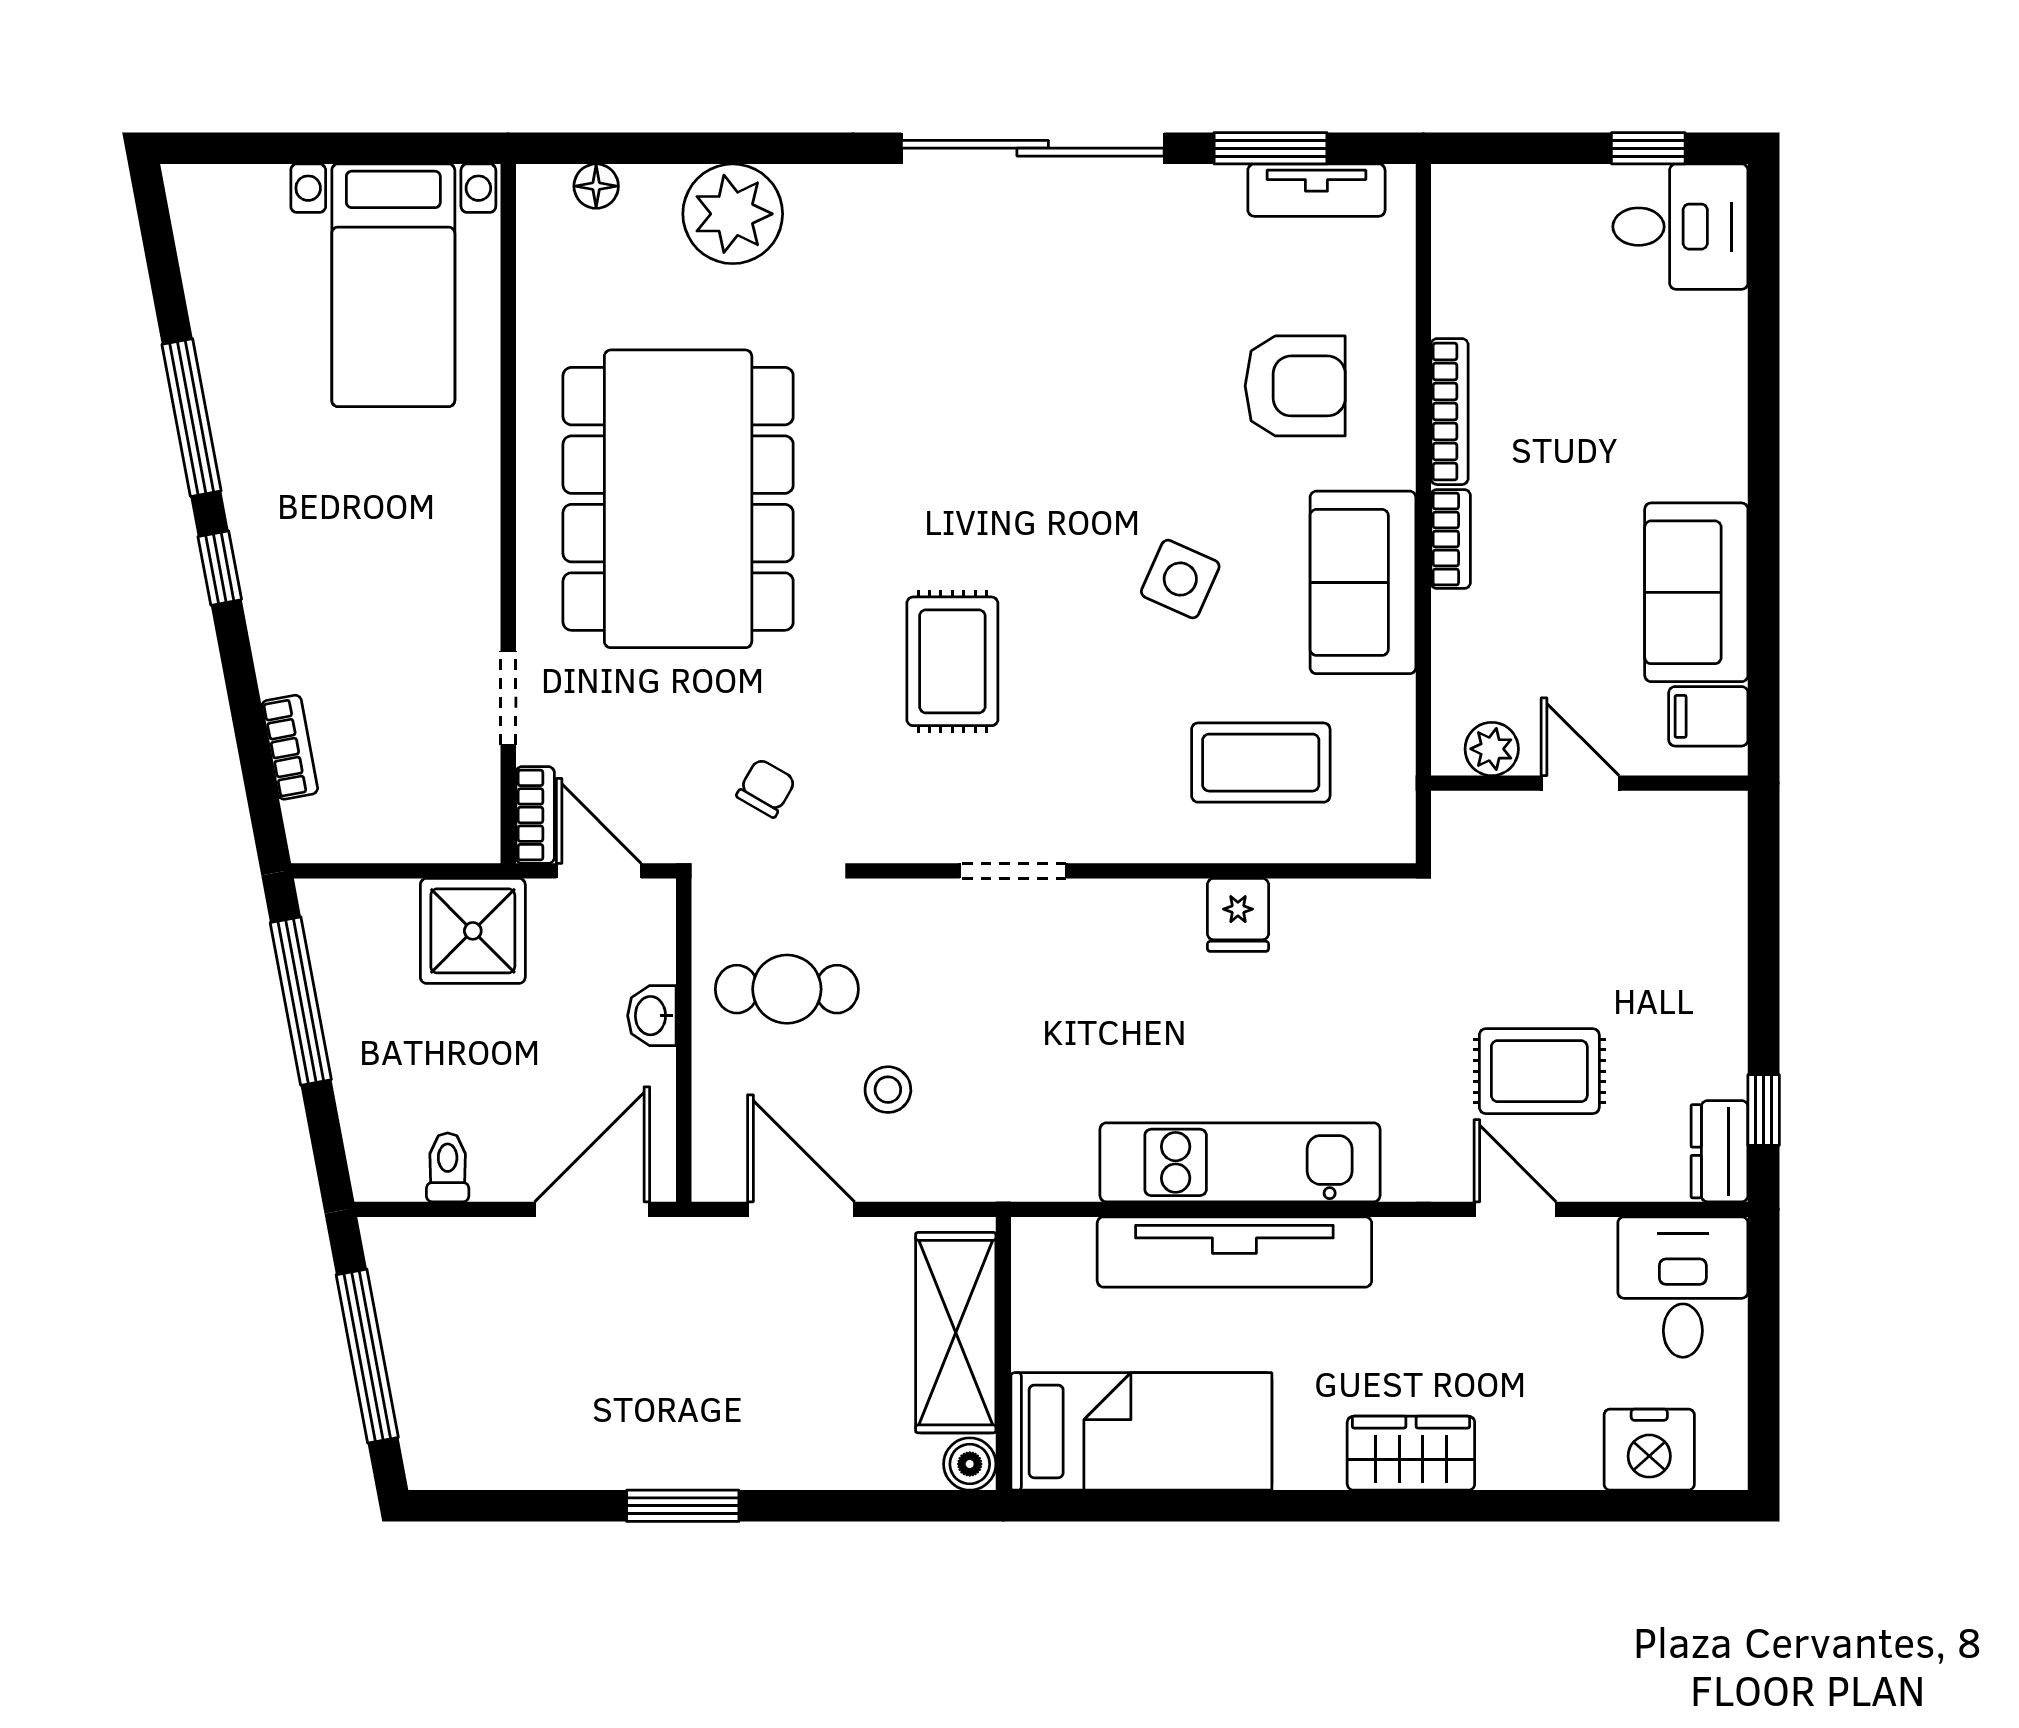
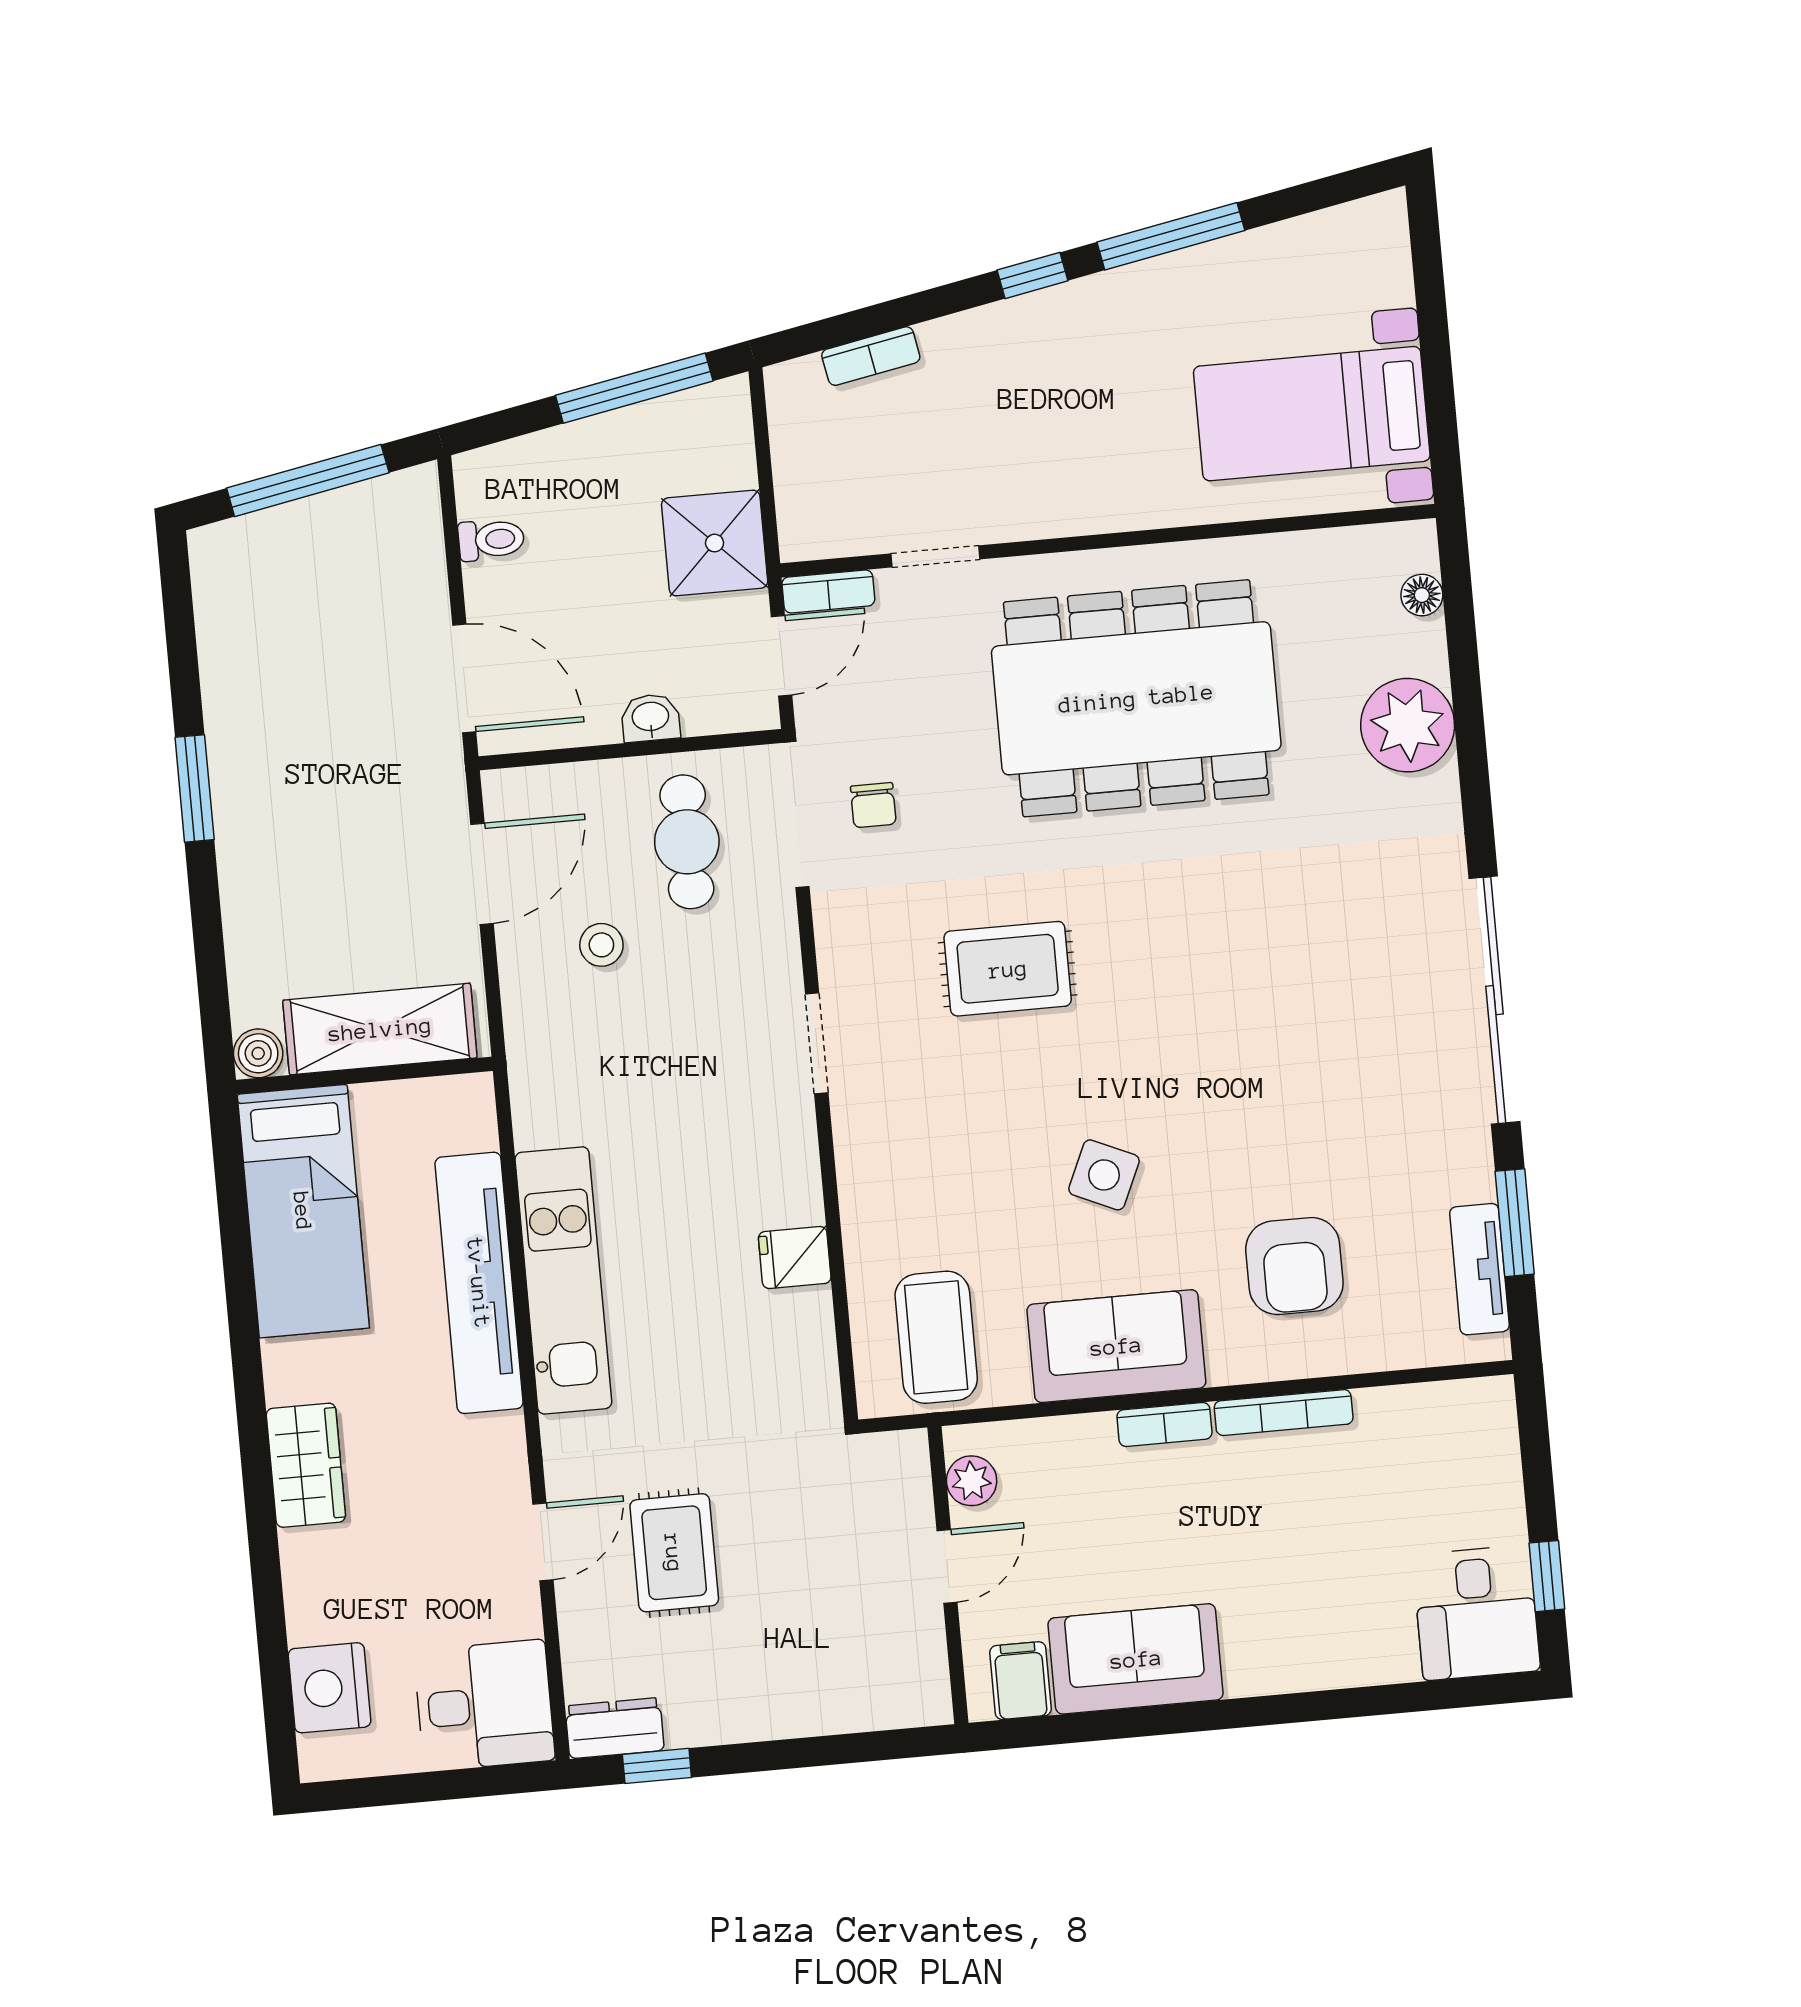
coffee table: (1261, 763) -> (936, 1337), moved
chair: (766, 788) -> (873, 805), turned 60

